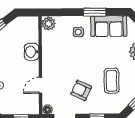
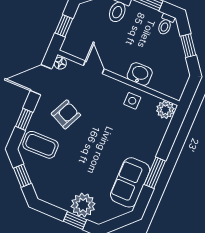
side table: (78, 32) -> (132, 101), moved
coffee table: (112, 81) -> (40, 145), moved

